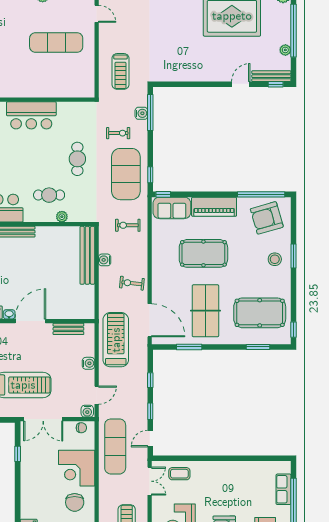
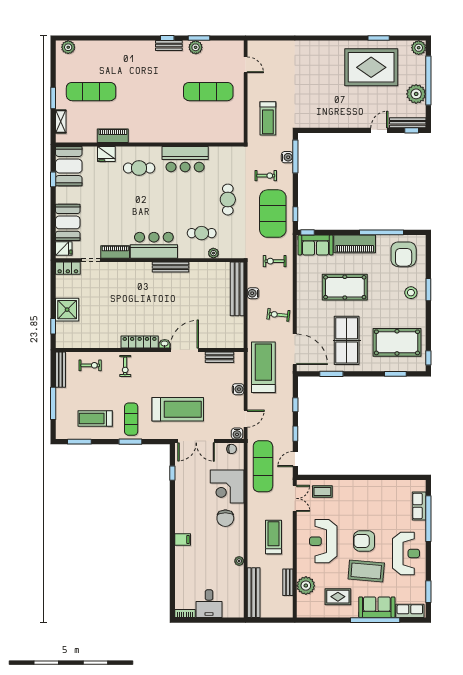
plant: (285, 50) -> (416, 94), width x1.88, depth x1.88
window: (261, 194) -> (381, 232), moved
armchair: (267, 218) -> (404, 254), turned -74

